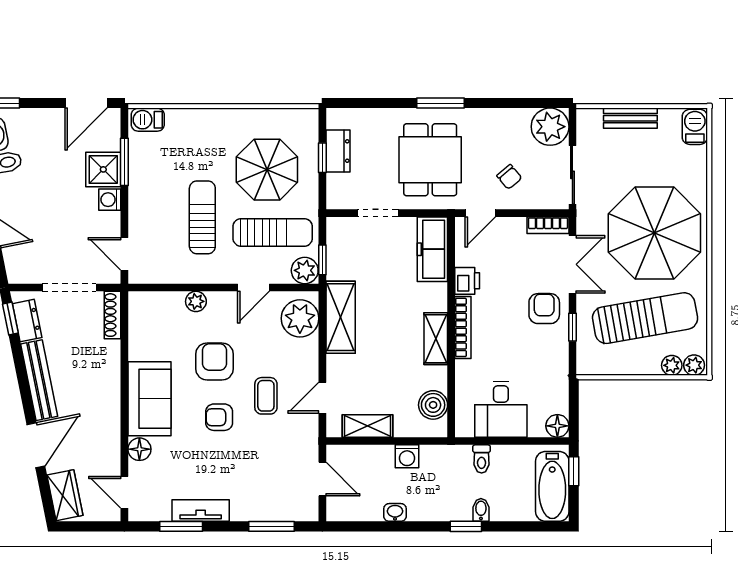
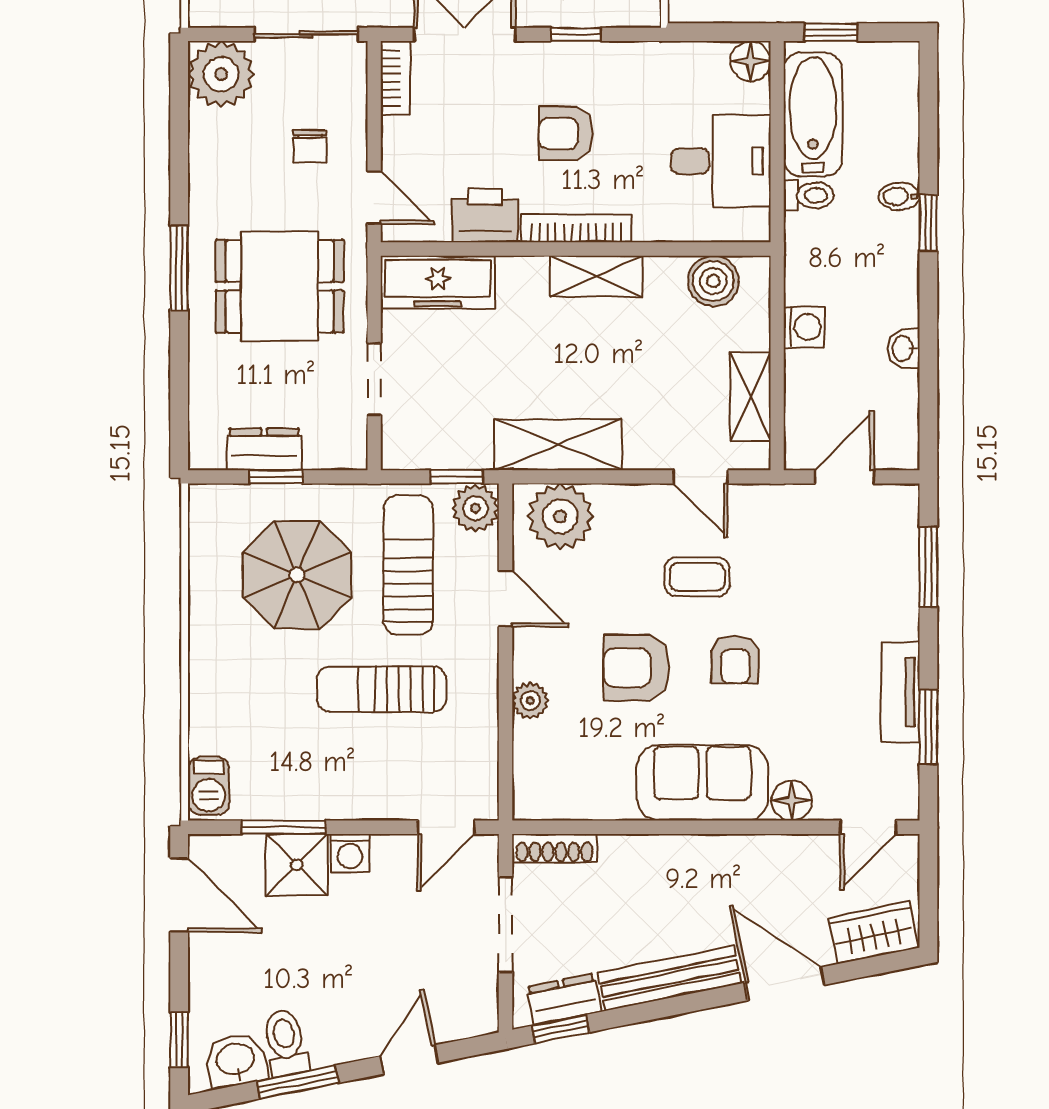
chair: (509, 177) -> (310, 146), turned 130
printer: (467, 281) -> (485, 215), width x1.36, depth x1.24
armchair: (544, 309) -> (566, 133), moved
bathtub: (552, 486) -> (813, 114), moved, turned -90

